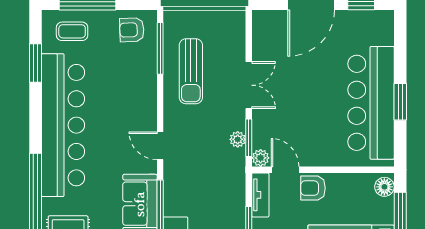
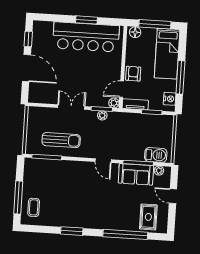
armchair: (132, 30) -> (35, 173), removed
window: (35, 63) -> (72, 231), moved
bar counter: (63, 125) -> (88, 216), removed
door: (160, 146) -> (103, 161), hinge flipped
armchair: (313, 188) -> (133, 74), turned 180

